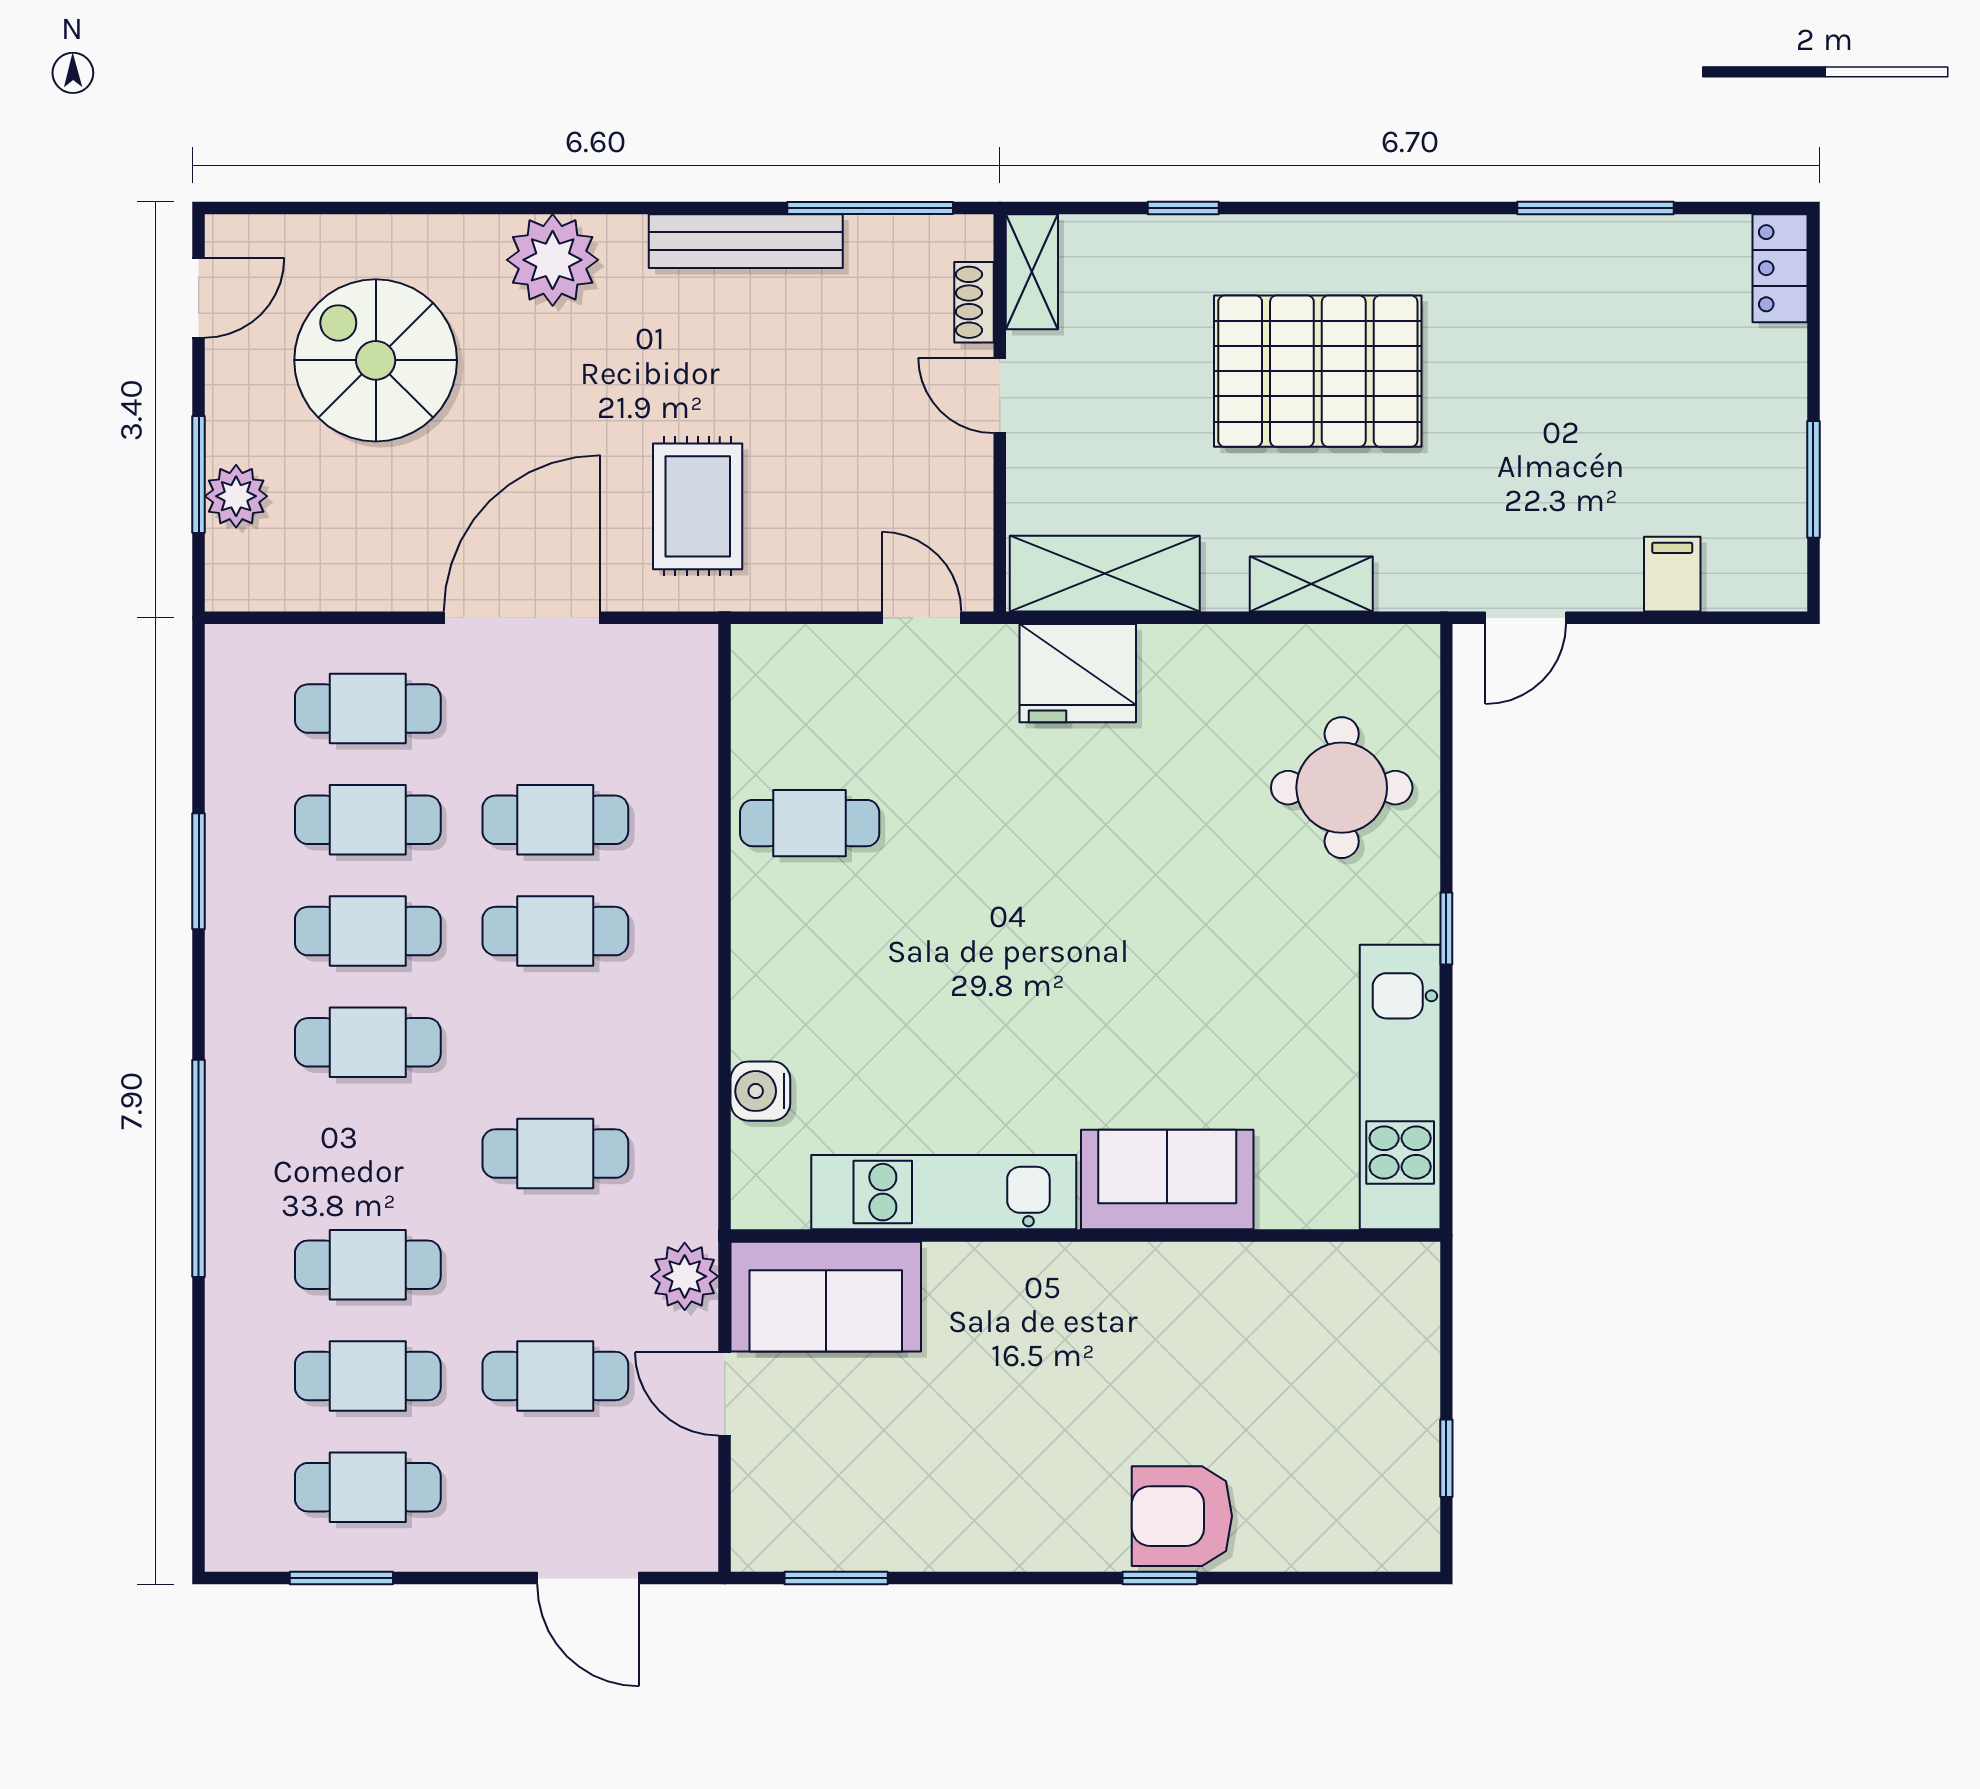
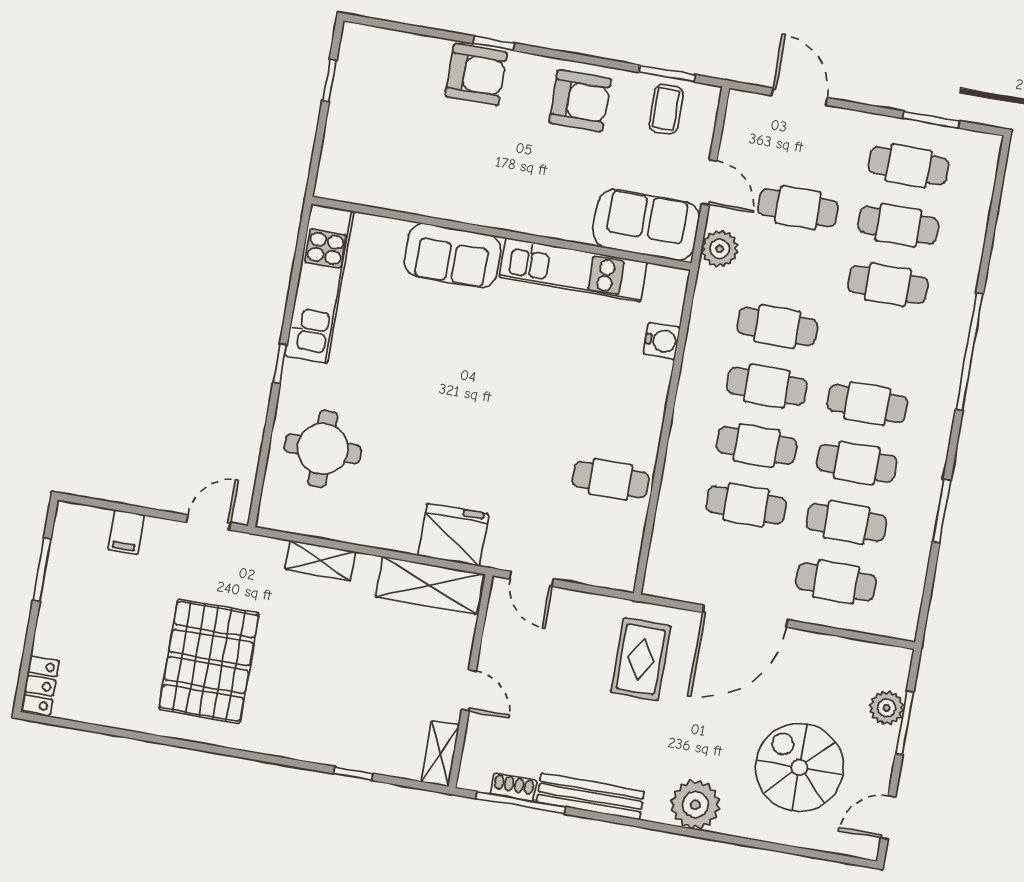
window: (1596, 208) -> (133, 735), removed
shoe rack: (974, 302) -> (514, 787), moved, turned -90
spiral stairs: (376, 360) -> (799, 767), turned 180
pallet: (1318, 371) -> (209, 661), moved, turned 90
cafe table: (555, 1042) -> (767, 386), added
armchair: (985, 1501) -> (580, 101), added
coffee table: (826, 1513) -> (666, 109), added

